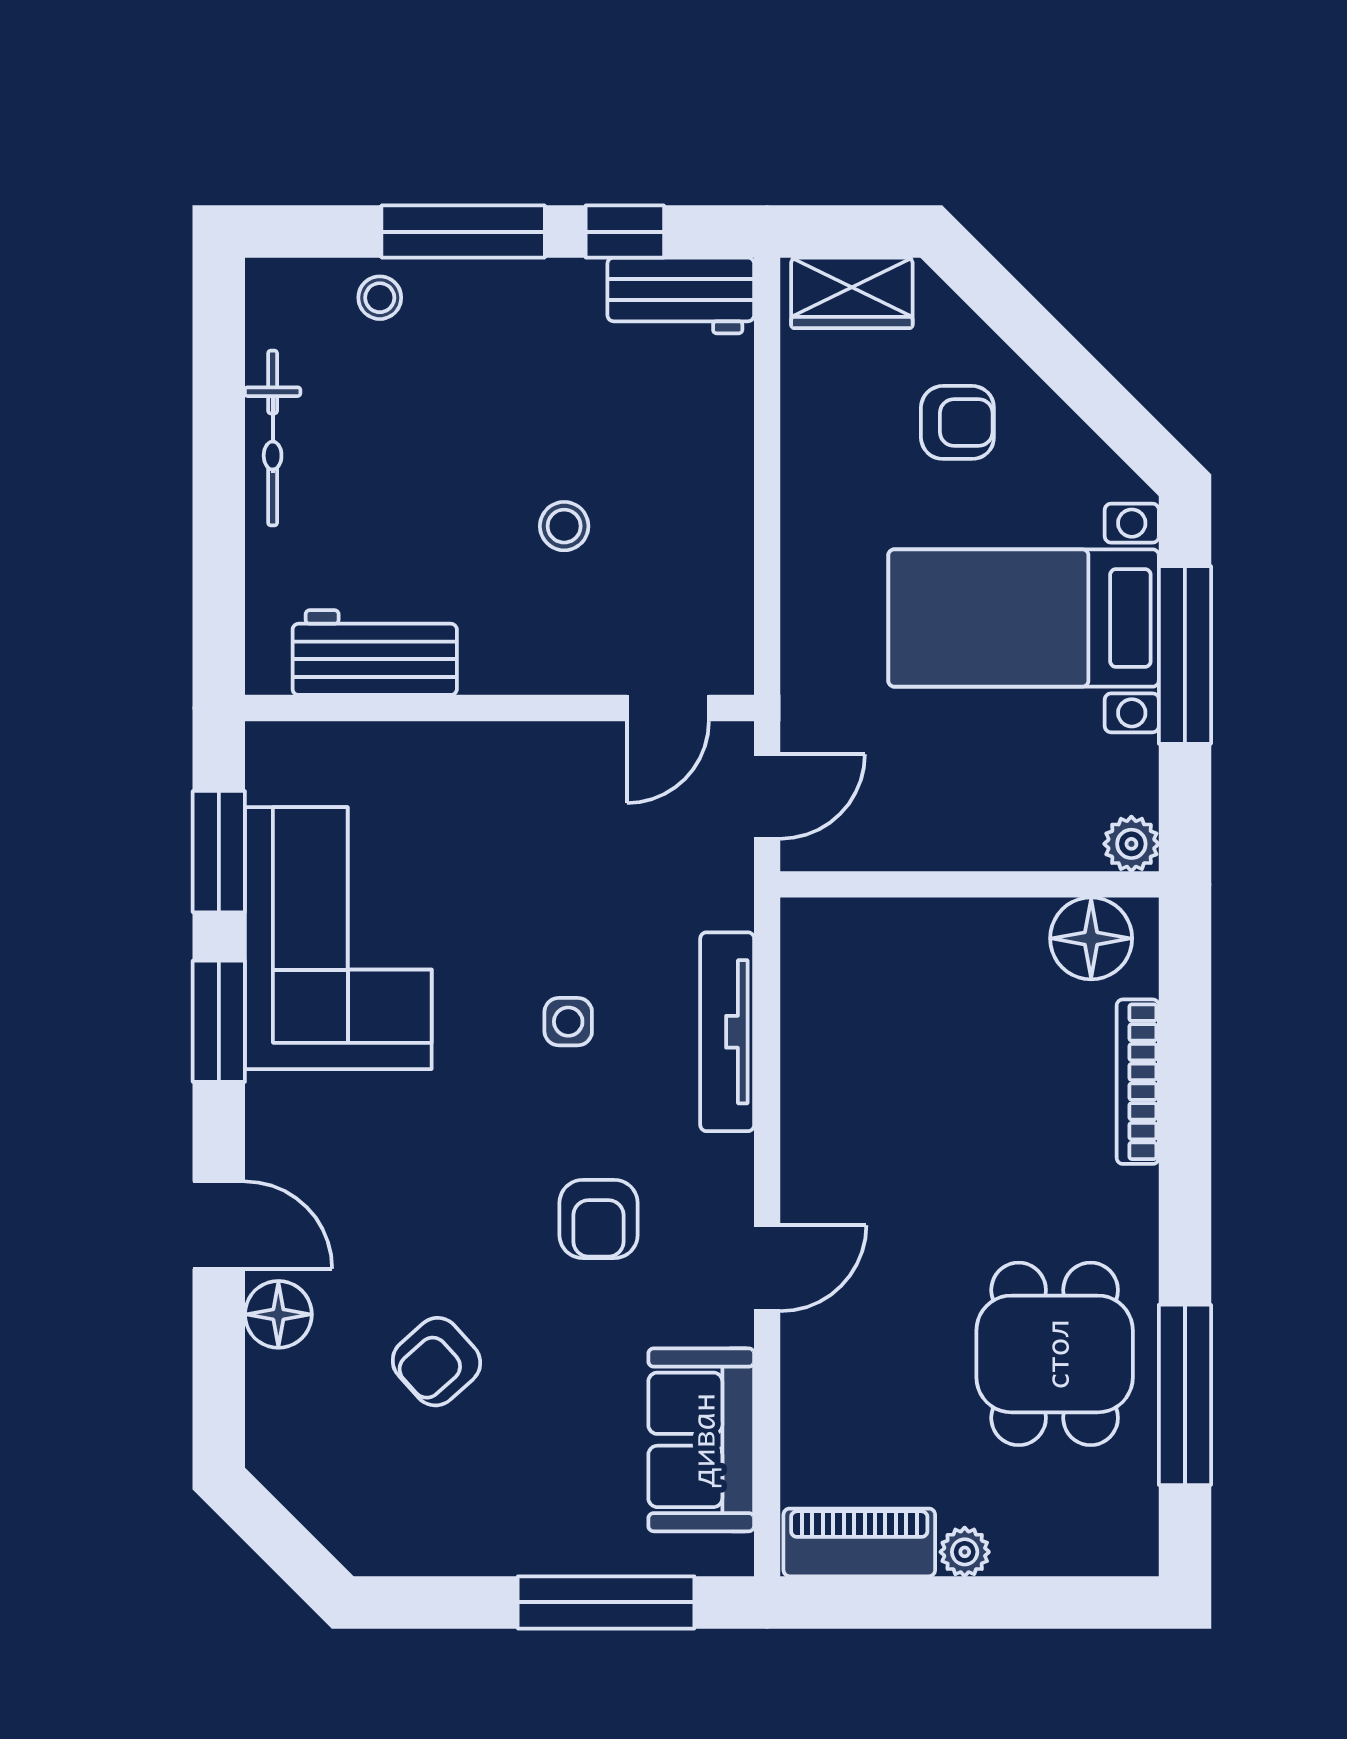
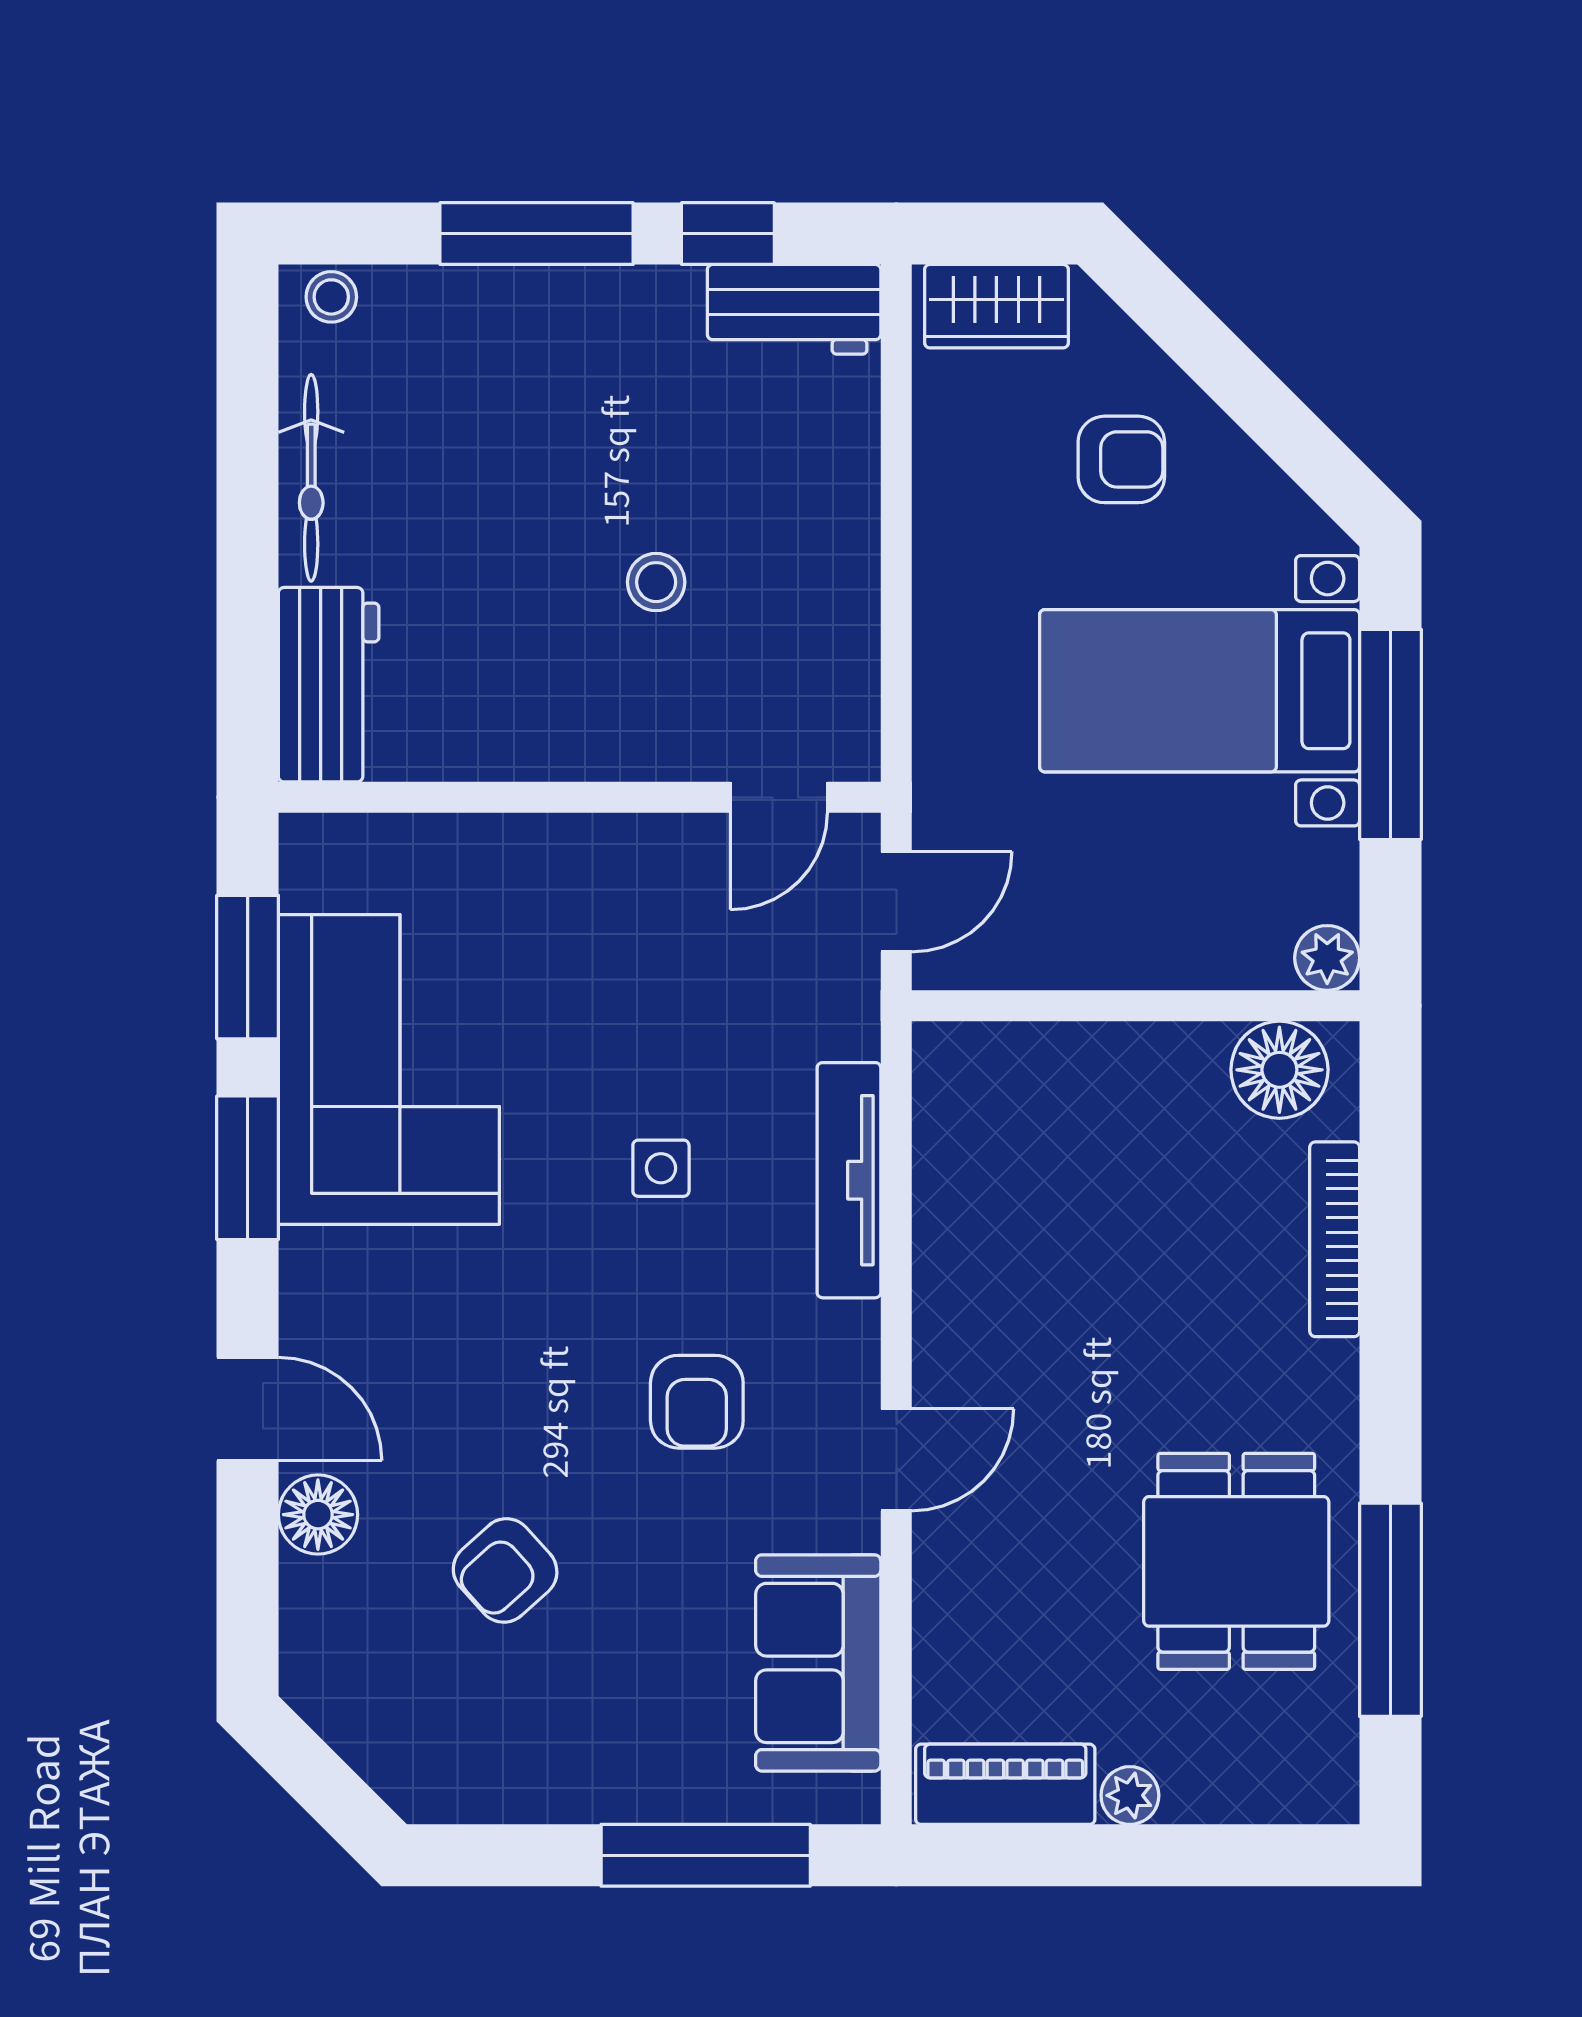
stool: (380, 298) -> (331, 297), moved
workbench: (375, 653) -> (329, 685), moved, turned 90

